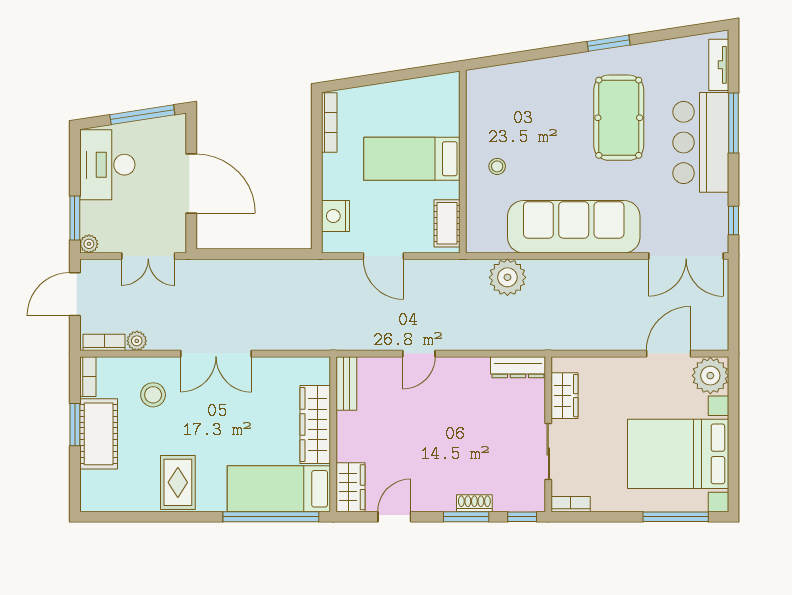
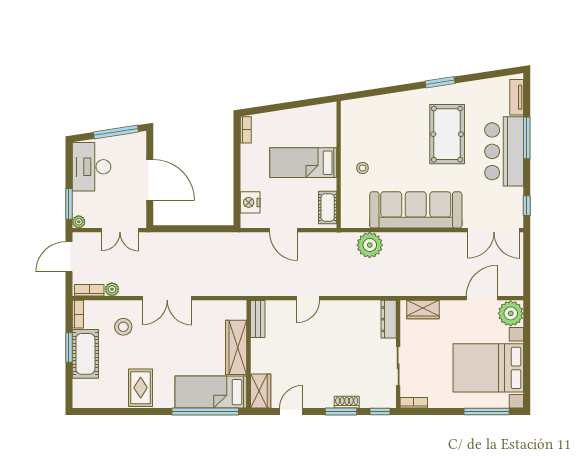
bookcase: (329, 122) -> (246, 130), width x0.64
dresser: (518, 367) -> (389, 319), moved, turned 90
wardrobe: (565, 396) -> (423, 309), moved, turned 90

